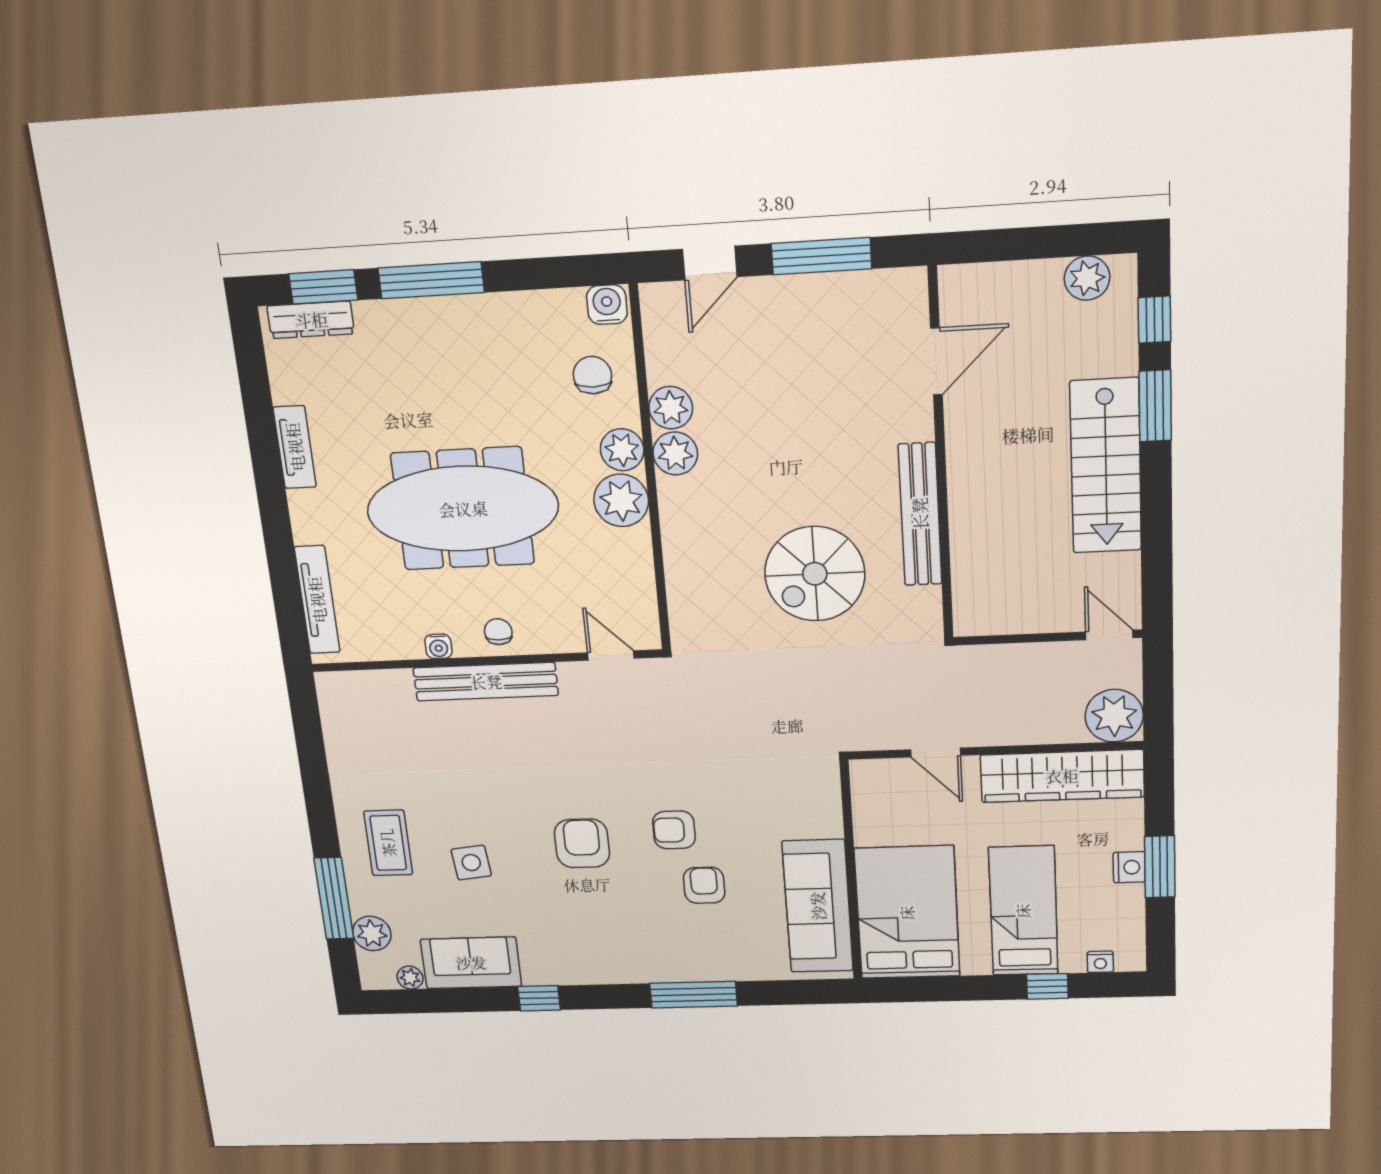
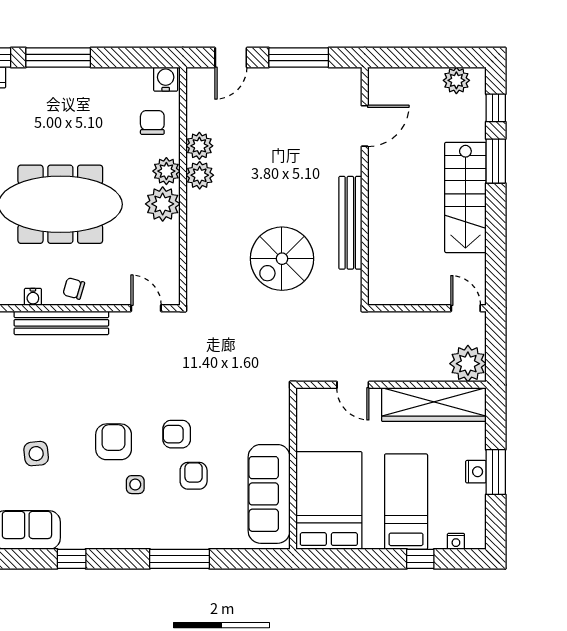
chair: (498, 632) -> (74, 288), turned -74
side table: (620, 899) -> (135, 485), added

